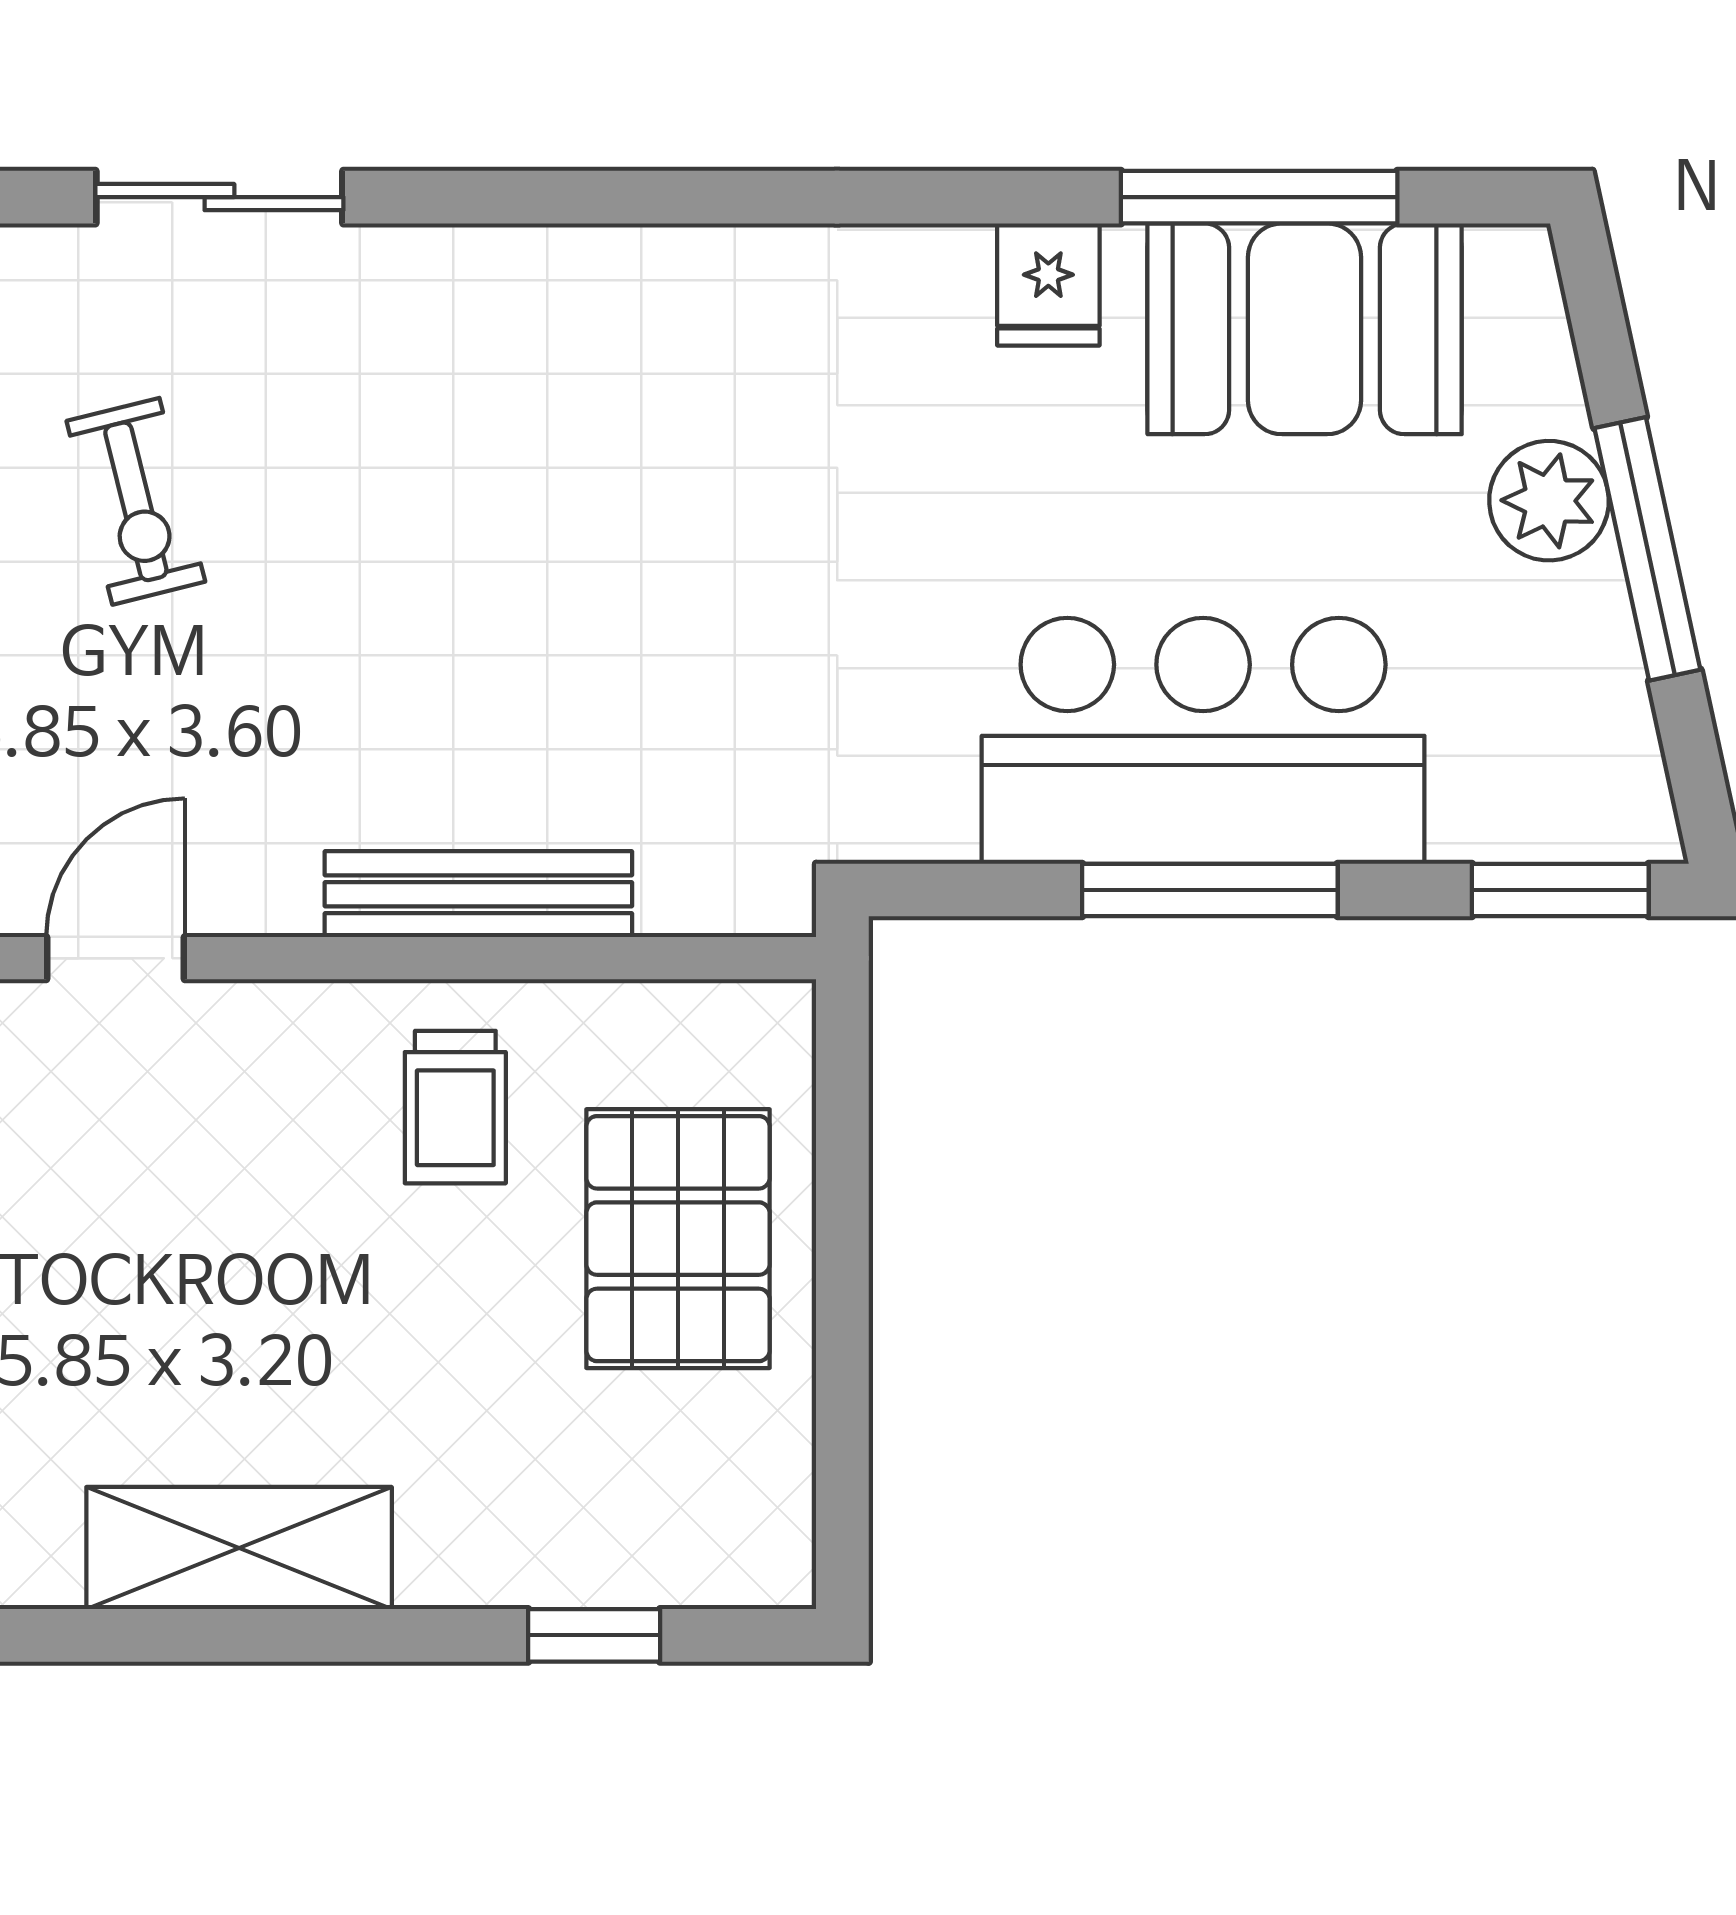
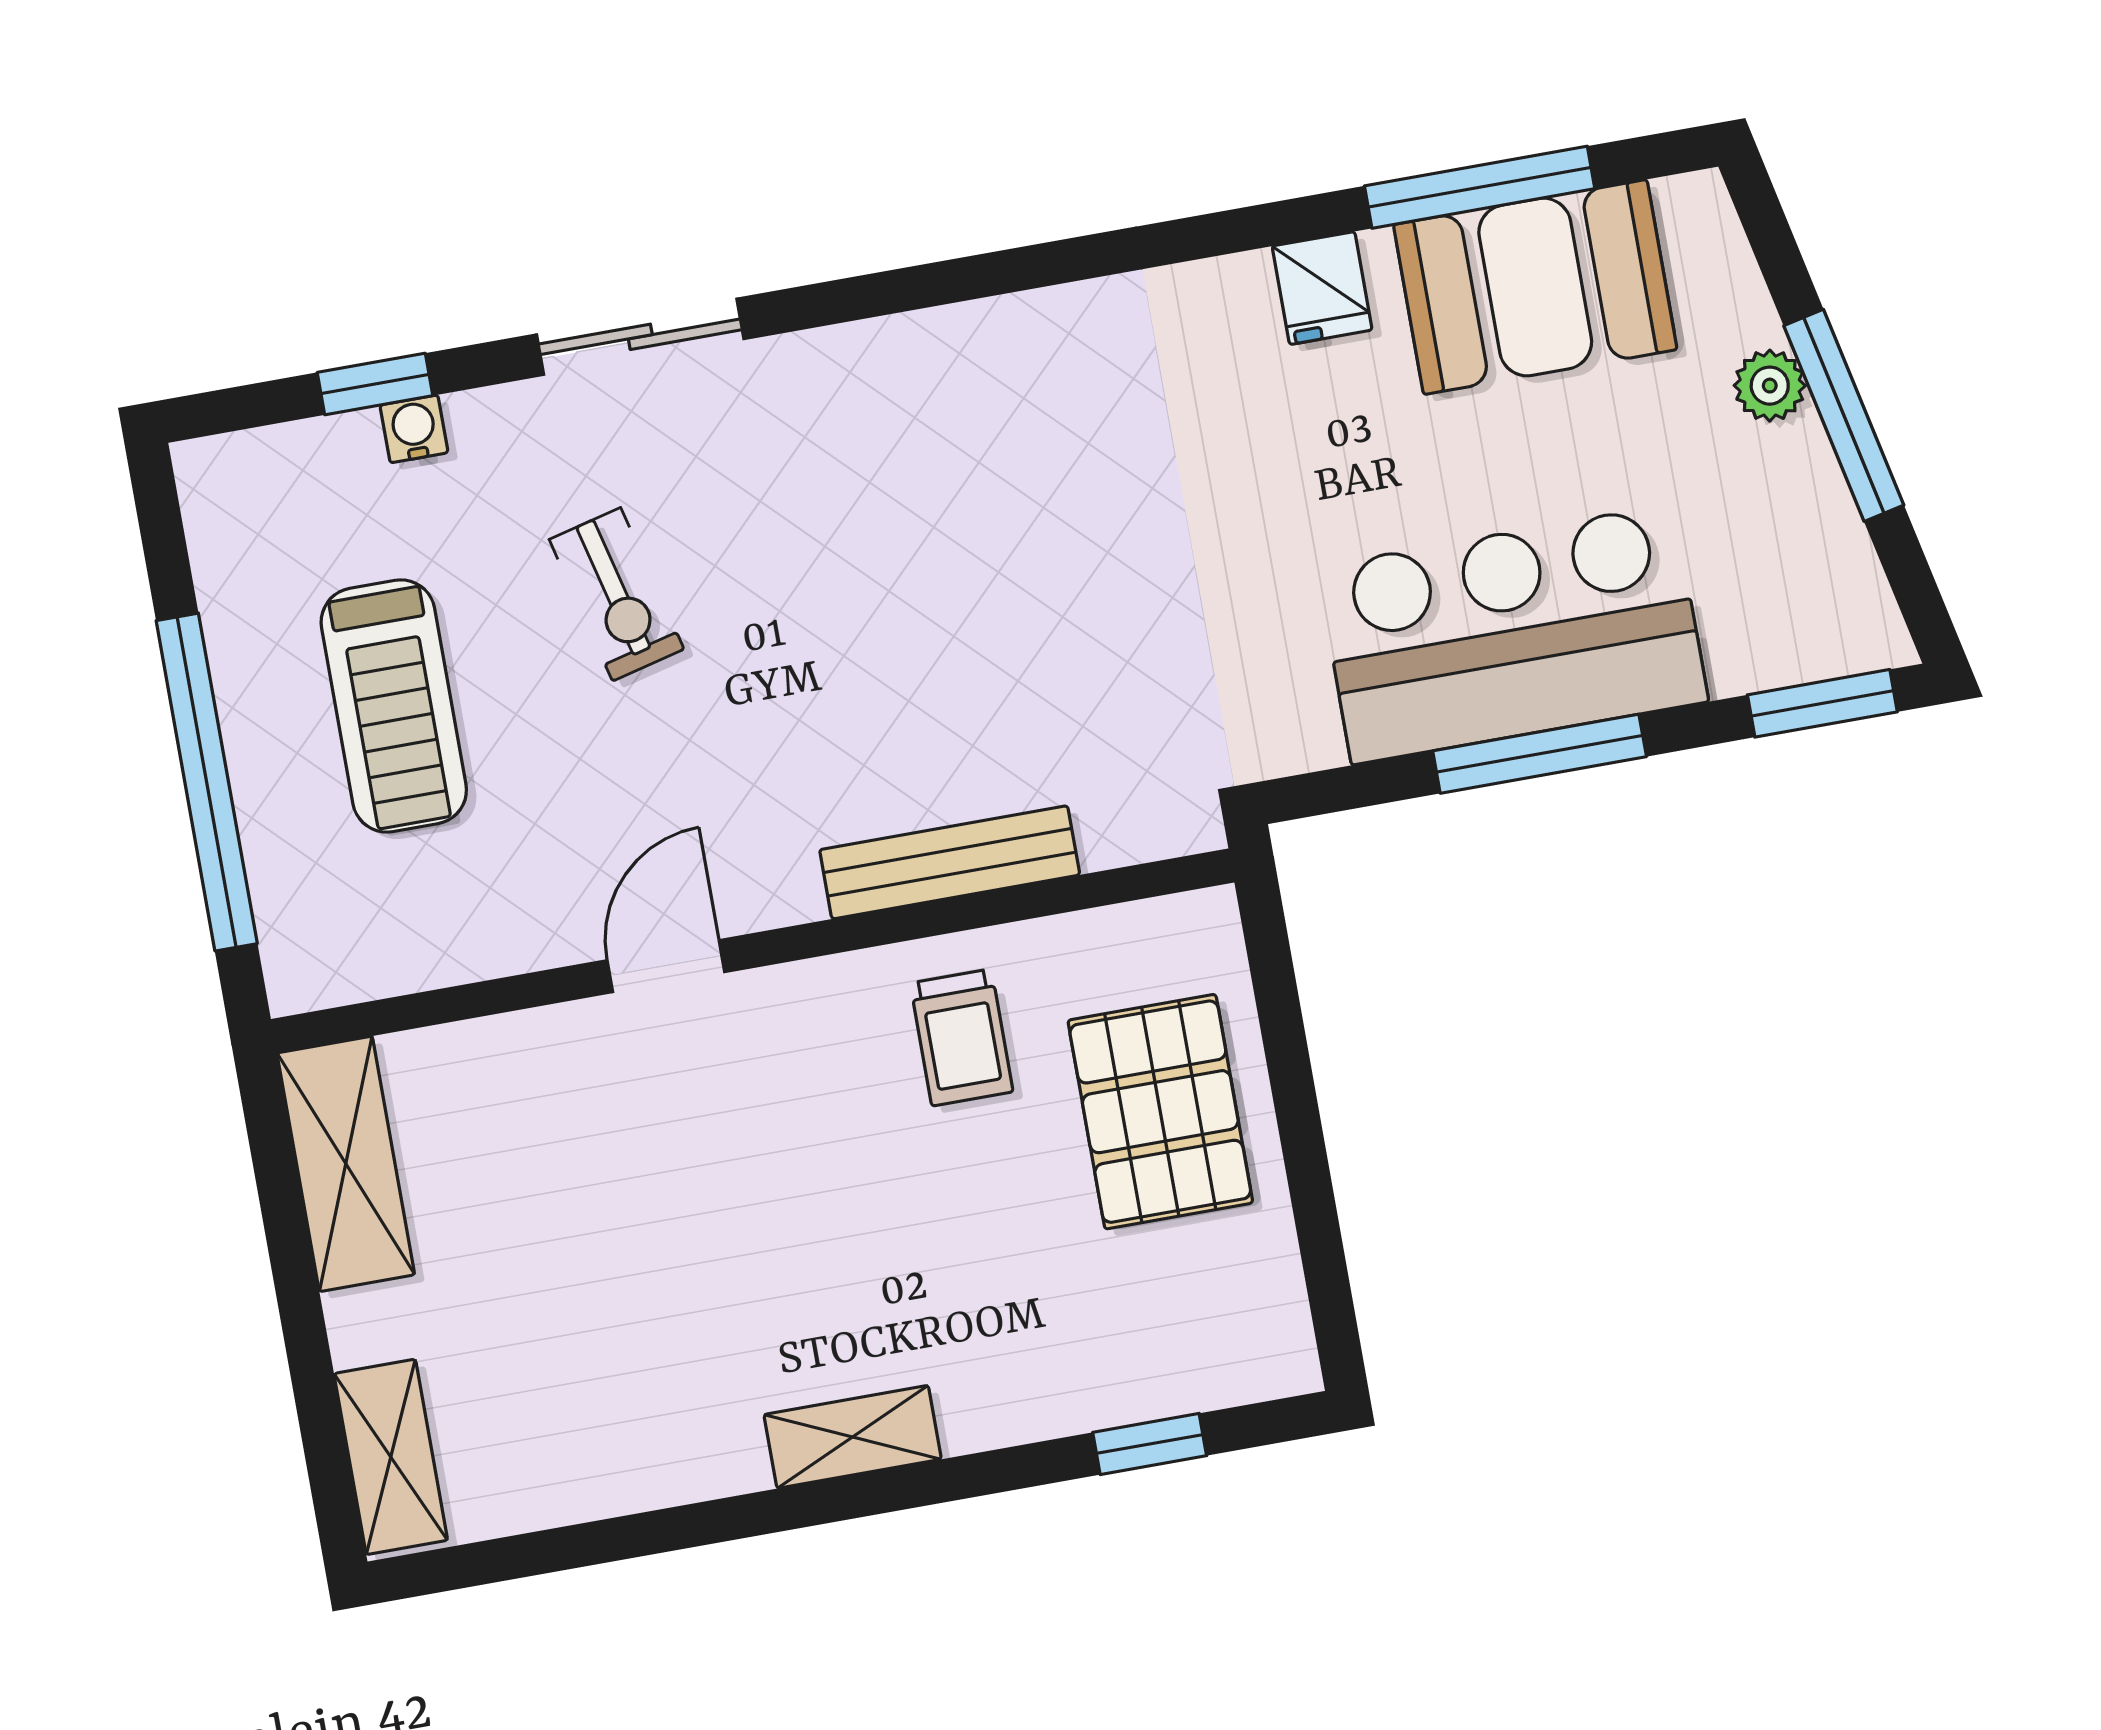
plant: (1549, 501) -> (1770, 386), width x0.73, depth x0.73
shelving: (239, 1548) -> (853, 1437), width x0.67, depth x0.75

